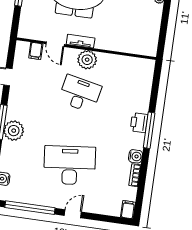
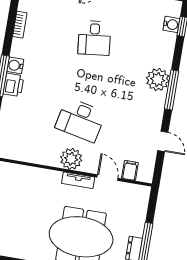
water cooler: (135, 156) -> (15, 65), moved
desk: (70, 165) -> (94, 38), width x0.53, depth x0.77

